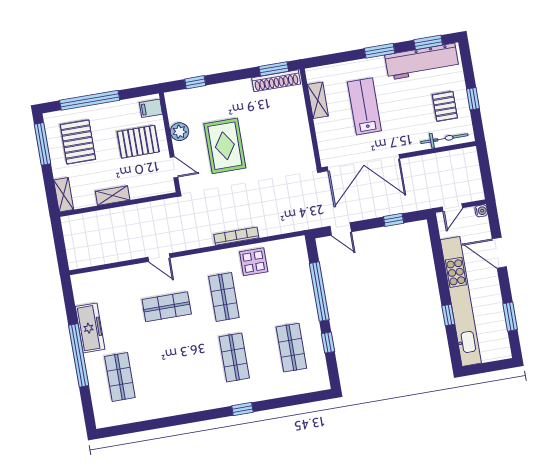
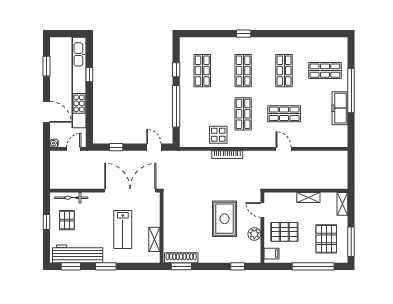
shop shelf: (177, 367) -> (284, 71), added
shop shelf: (120, 377) -> (325, 71), turned 90

